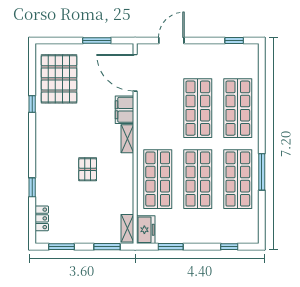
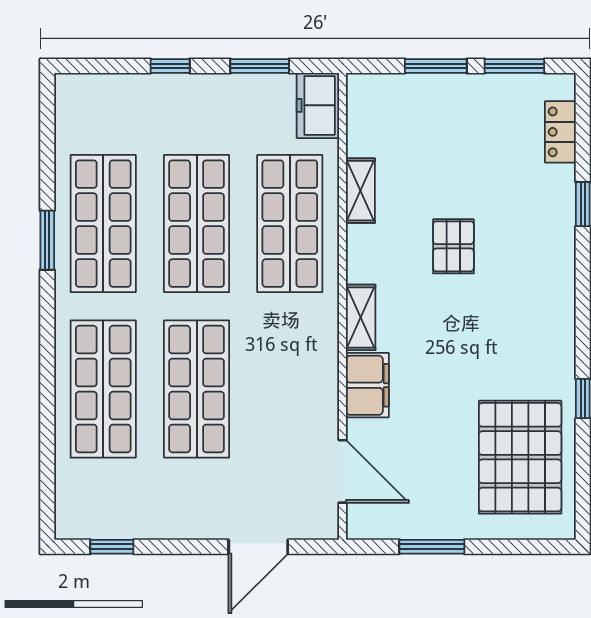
door: (135, 73) -> (342, 471), width x0.73
window: (262, 172) -> (47, 240), width x0.69
shelving: (127, 228) -> (360, 191), moved
window: (107, 247) -> (436, 66), moved
window: (229, 247) -> (170, 66), moved

